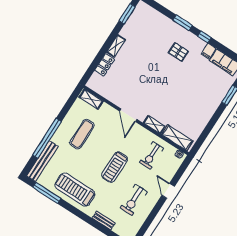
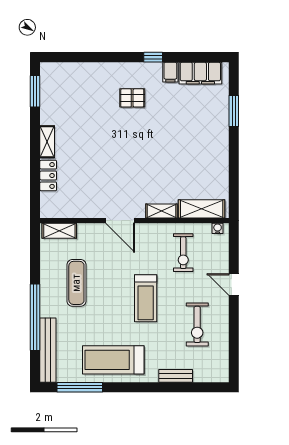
window: (183, 23) -> (113, 57), removed

